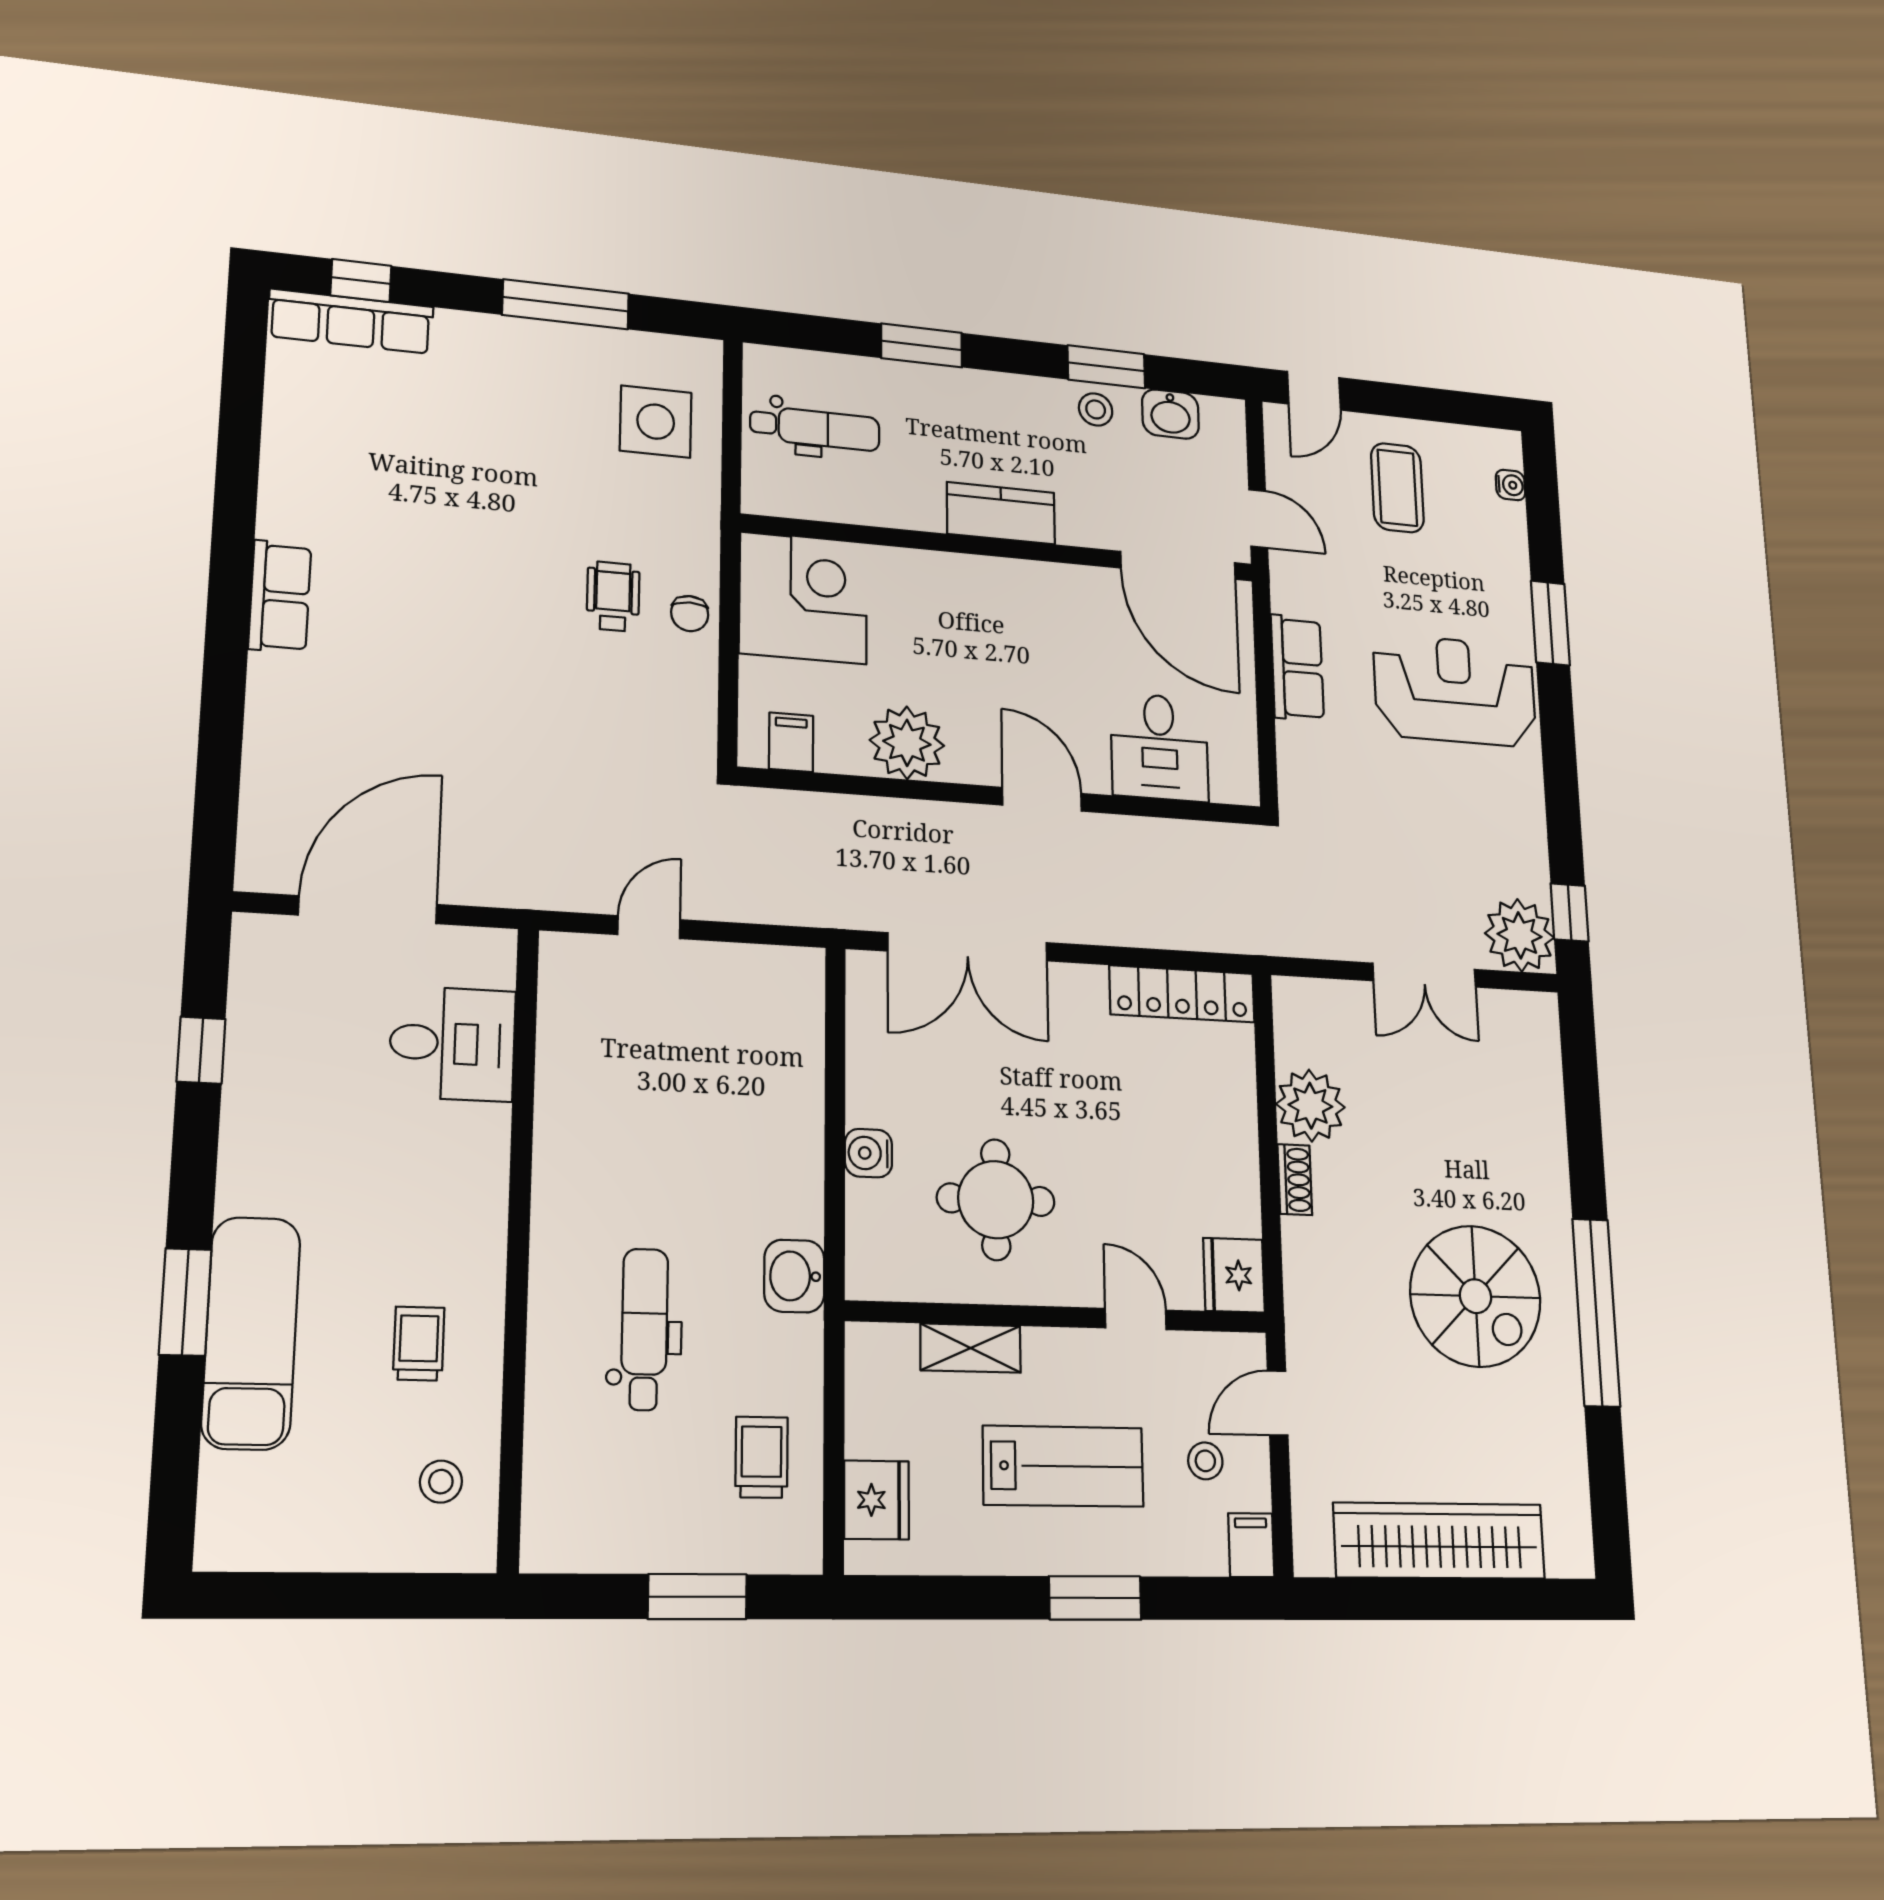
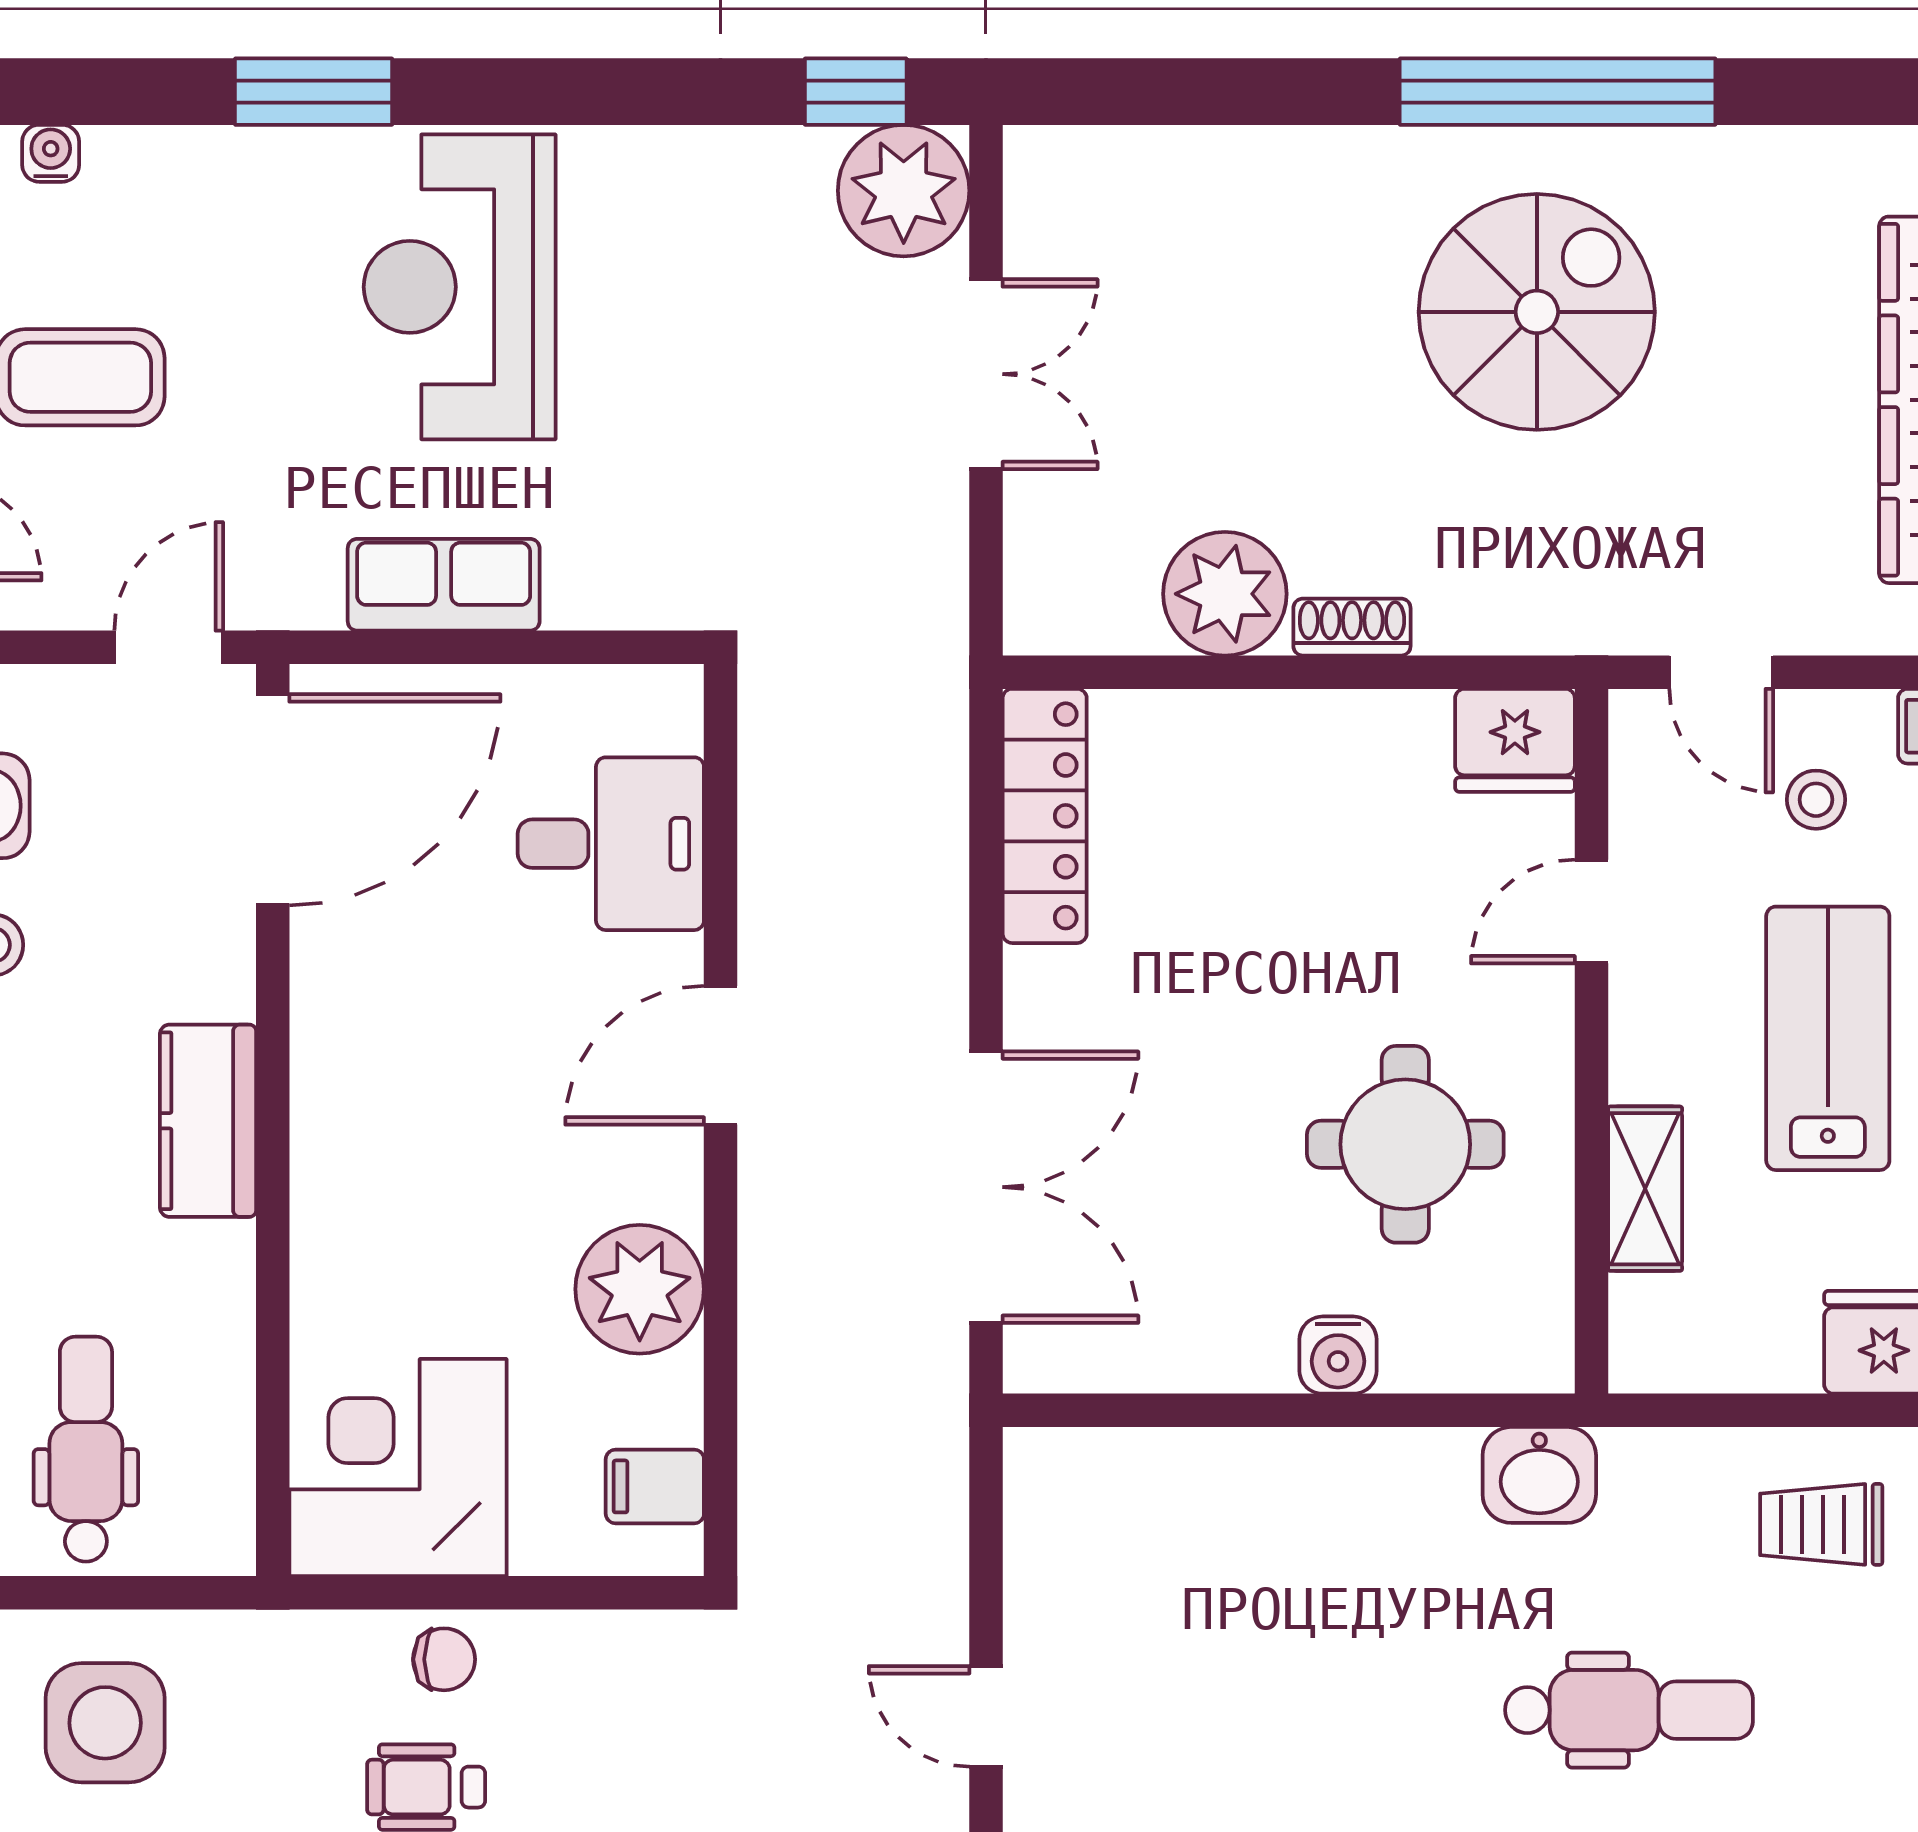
dental chair: (644, 1329) -> (1629, 1710), turned 180

